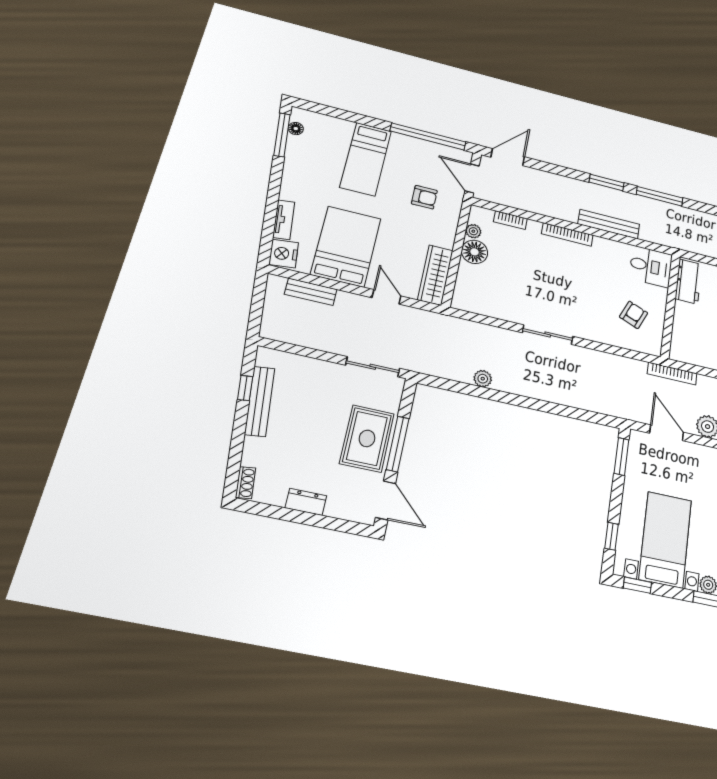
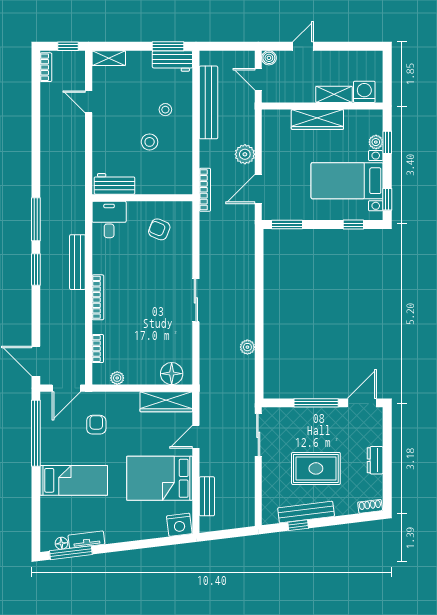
tv unit: (284, 220) -> (86, 540), moved
floor lamp: (475, 252) -> (172, 374), moved
rug: (367, 438) -> (316, 468), moved

